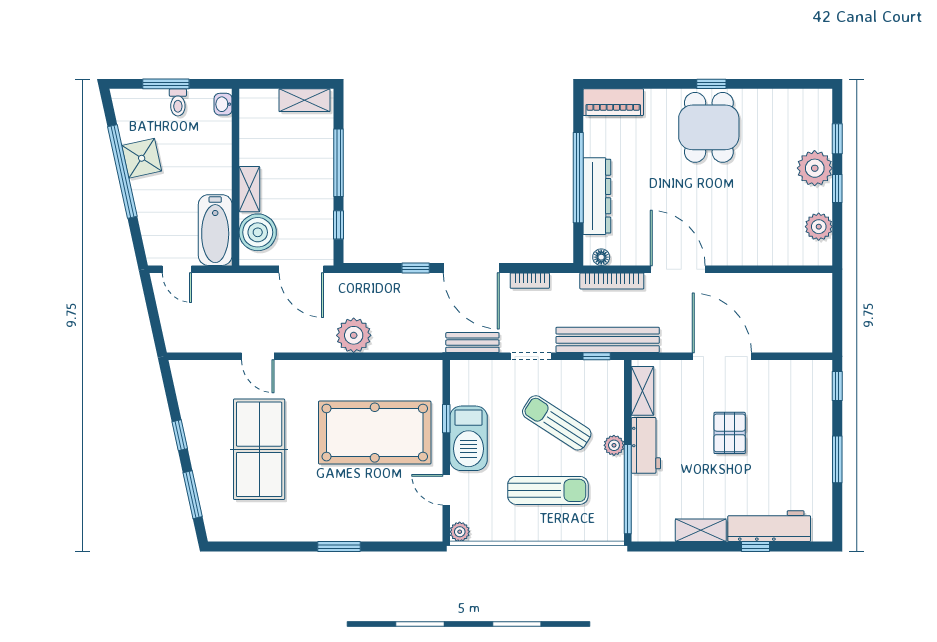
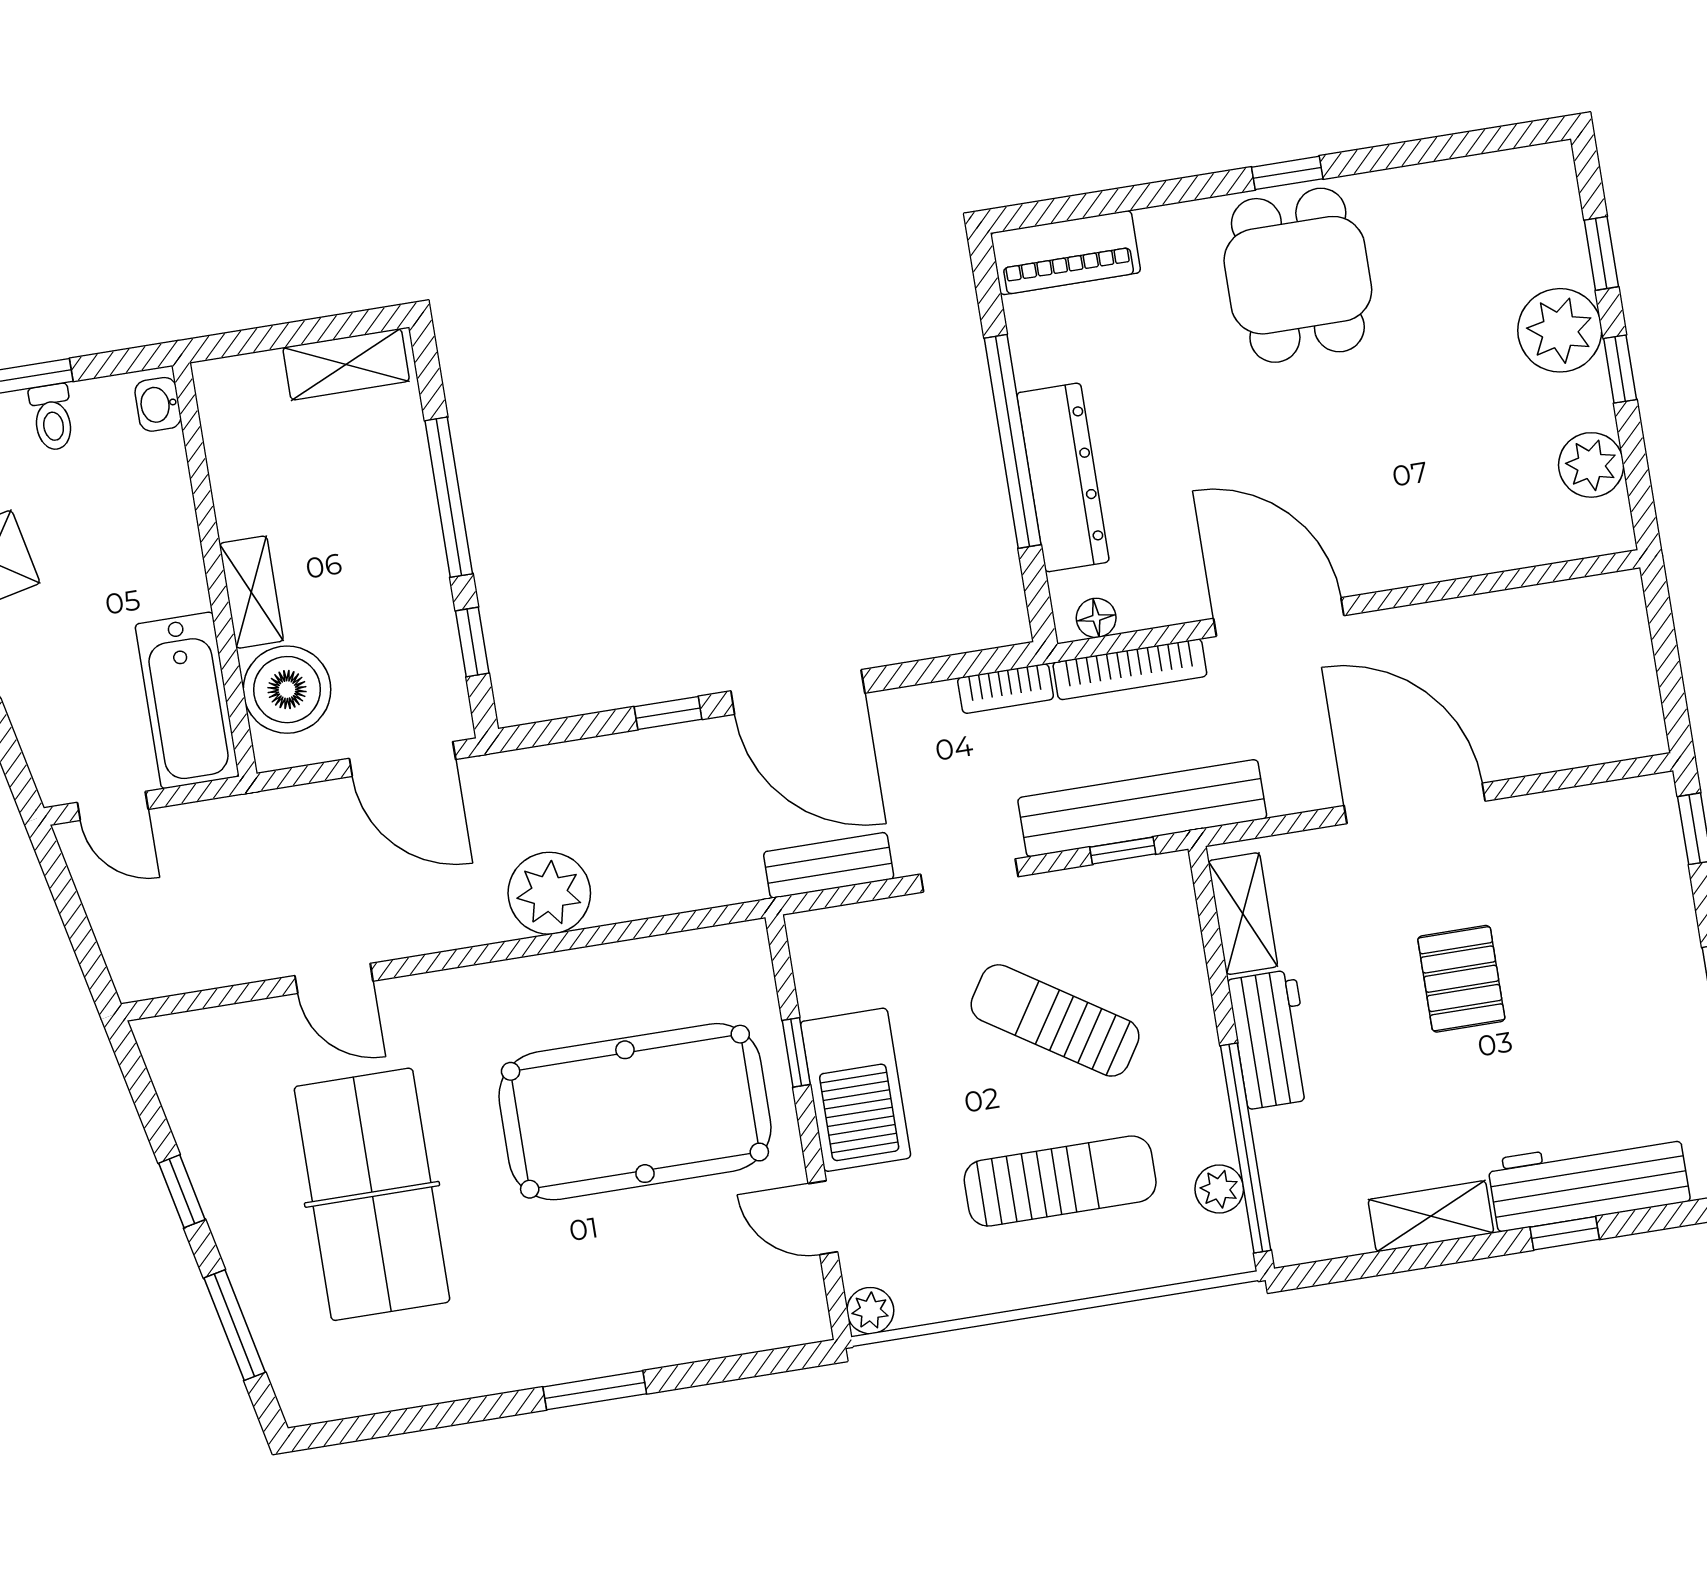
bookcase: (530, 281) -> (1006, 689), moved
plant: (614, 445) -> (1219, 1189), moved

